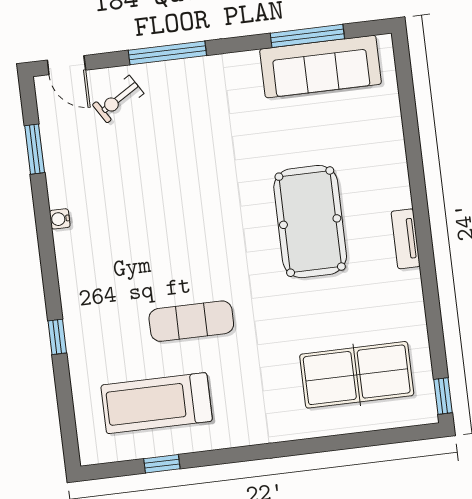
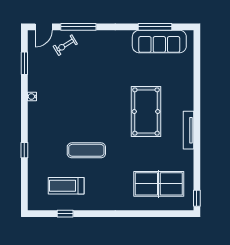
window: (167, 53) -> (78, 27), moved
door: (66, 65) -> (44, 27), hinge flipped
tv unit: (406, 239) -> (189, 130), width x1.41
treadmill: (157, 403) -> (66, 186), width x0.73, depth x0.73

